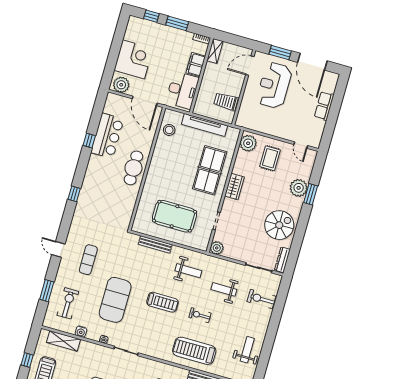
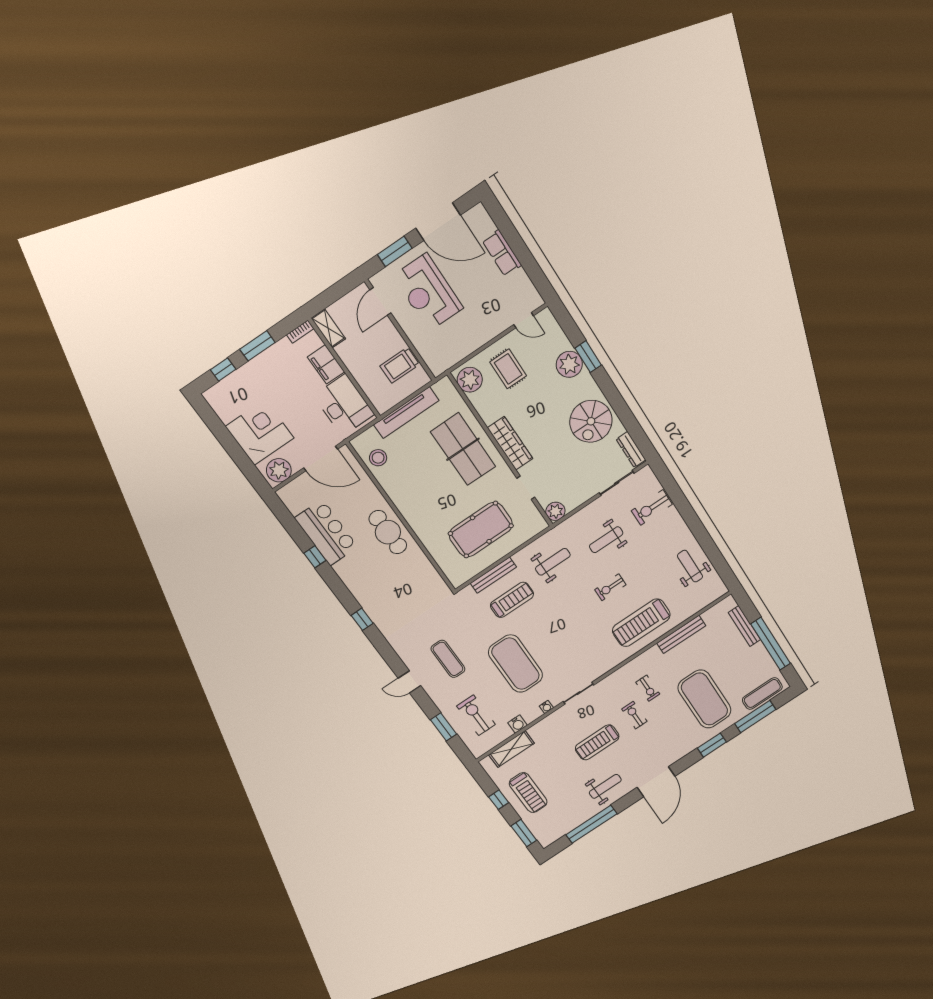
wardrobe: (234, 187) -> (510, 443), width x1.50
spiral stairs: (279, 225) -> (591, 421), turned 180
treadmill: (162, 302) -> (512, 600), moved

